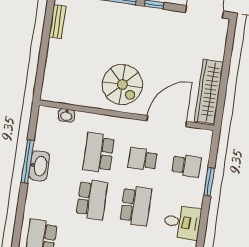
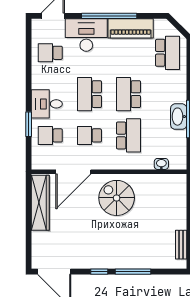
school desk: (143, 159) -> (89, 135), turned 180
desk: (182, 222) -> (47, 104), moved

